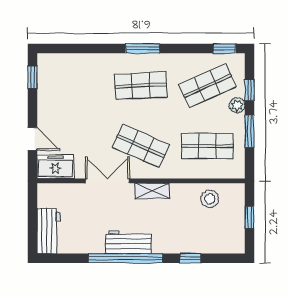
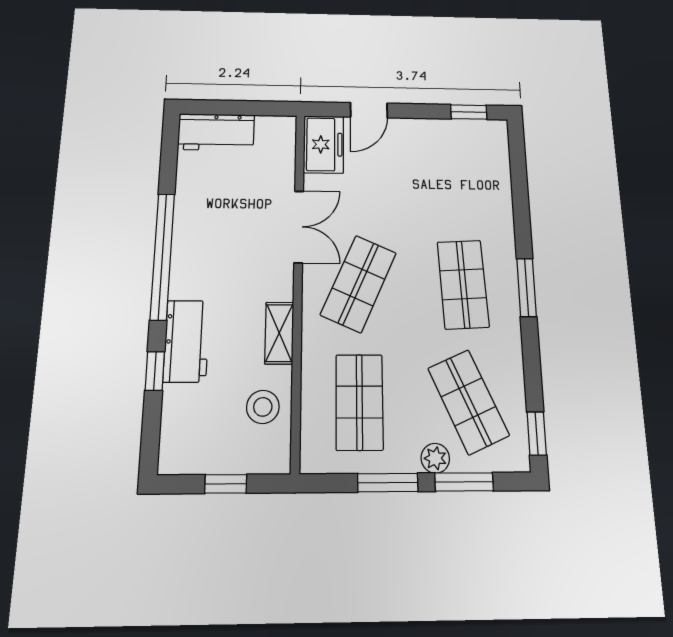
window: (250, 90) -> (464, 482), width x1.50
shelving: (152, 191) -> (279, 333), moved
workbench: (128, 242) -> (186, 341), moved

